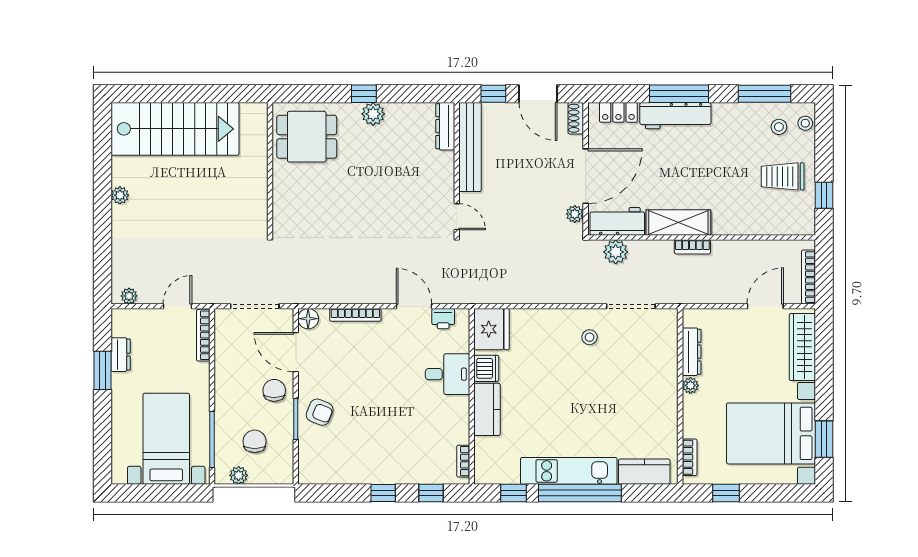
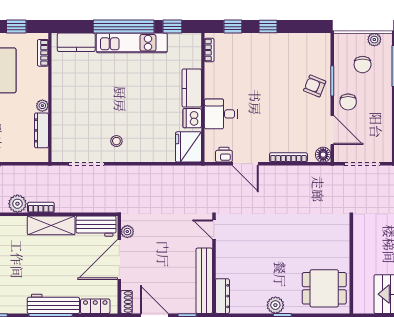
plant: (616, 252) -> (17, 204), moved

